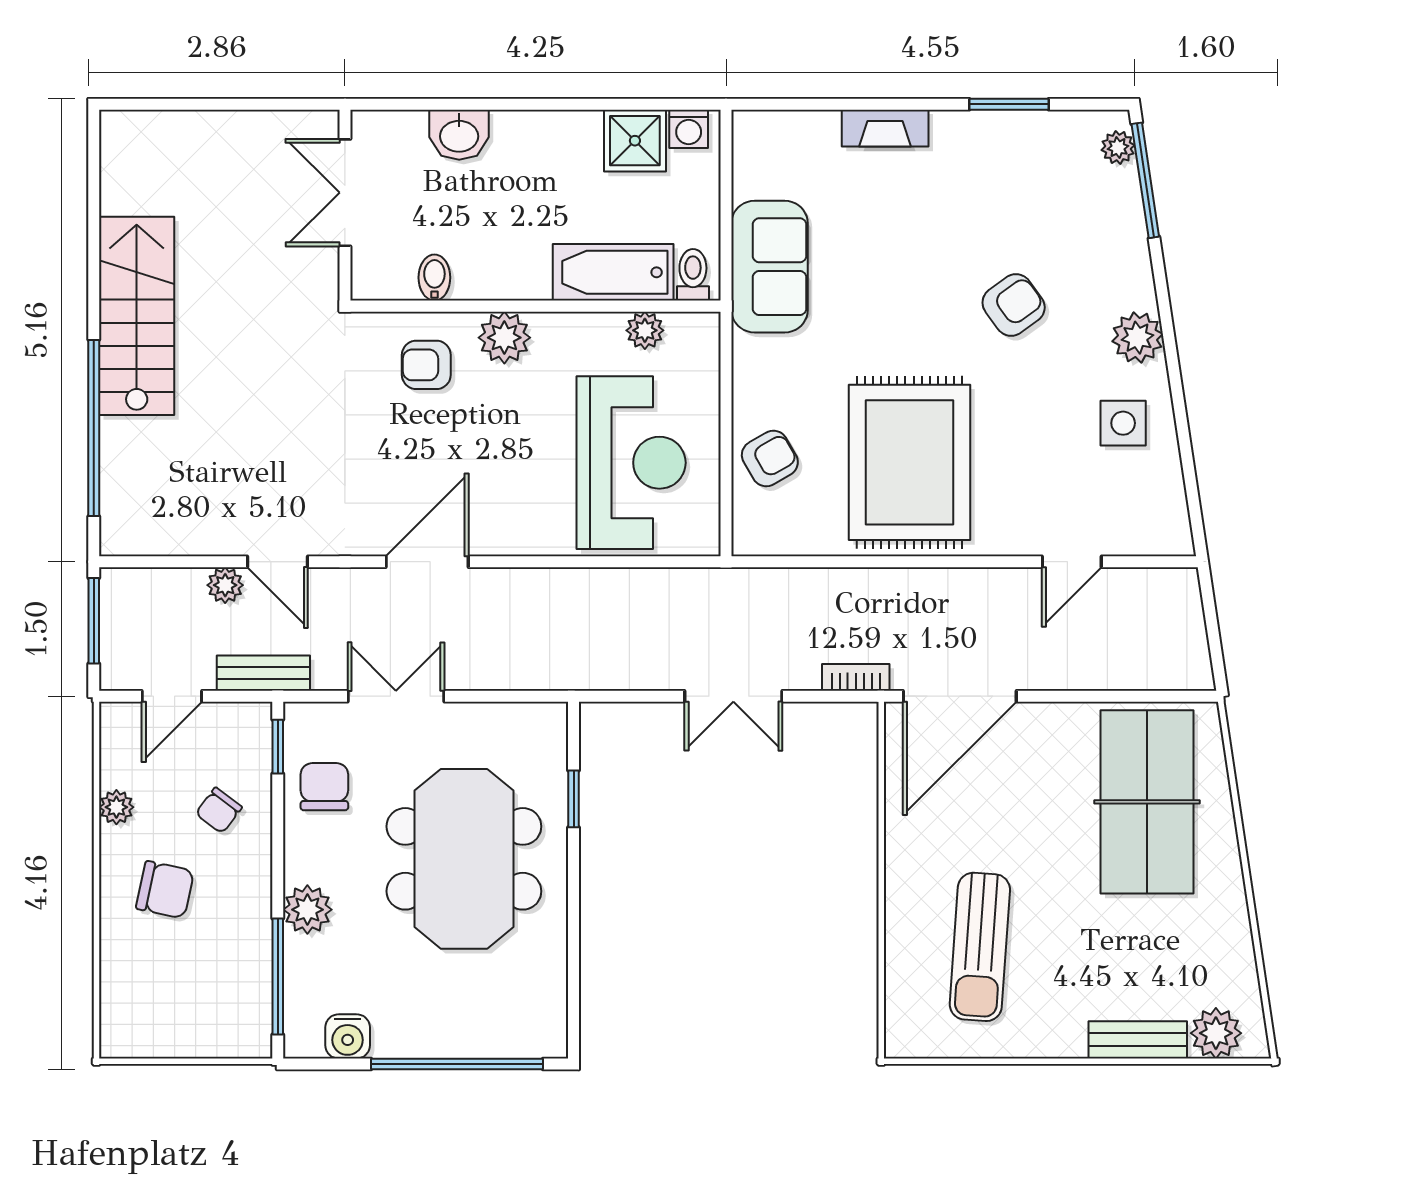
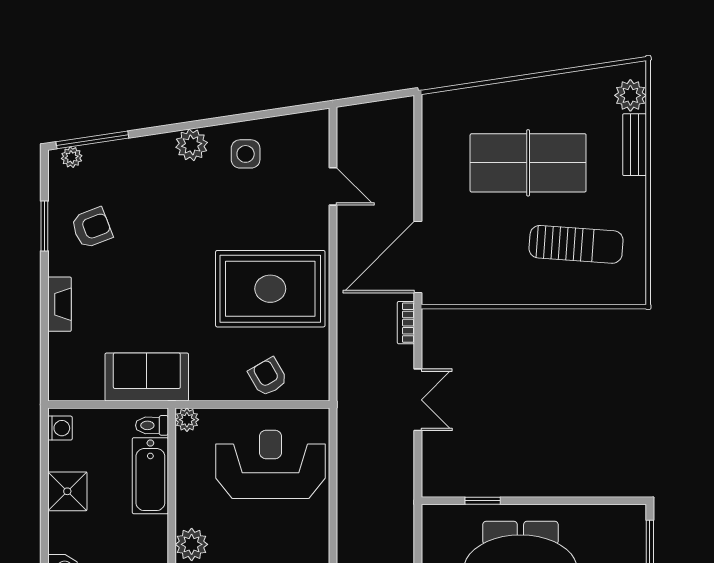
shower: (635, 141) -> (67, 491), moved
armchair: (1014, 305) -> (92, 228), moved, turned 105
plant: (645, 330) -> (187, 420), moved
door: (960, 696) -> (418, 257), swing flipped
table tennis table: (1147, 802) -> (528, 163), moved

